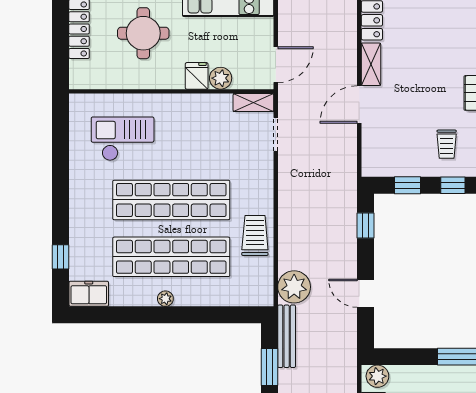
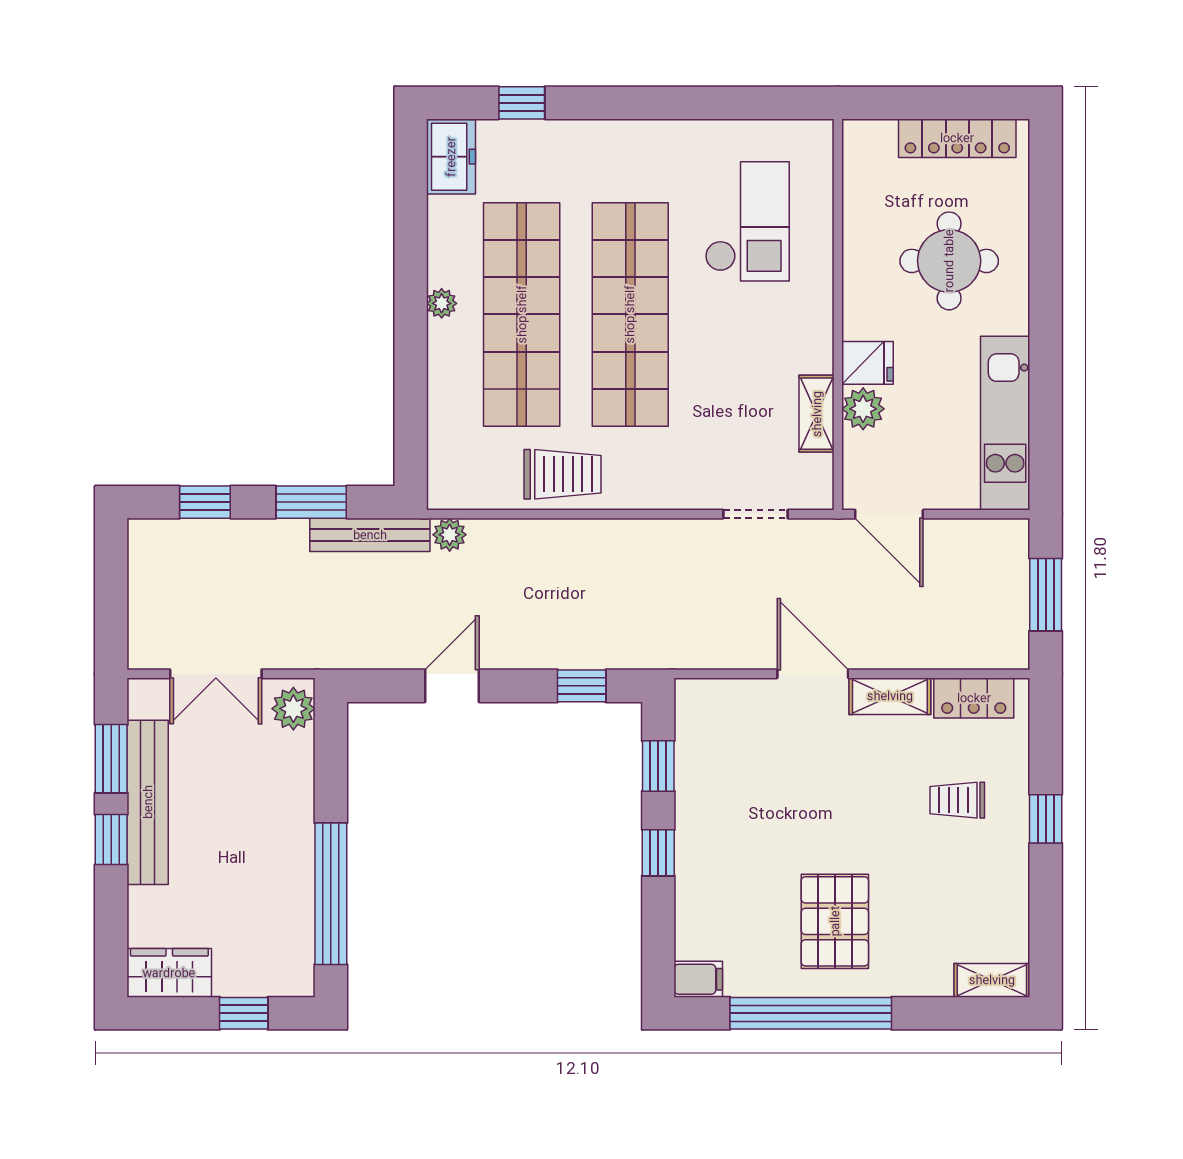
shelving: (253, 103) -> (817, 414), moved
trolley: (447, 144) -> (957, 800), moved
plant: (294, 287) -> (450, 535), width x0.53, depth x0.53

